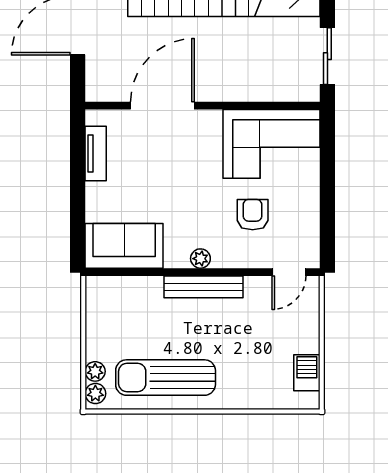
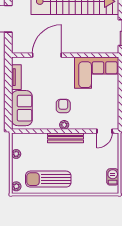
armchair: (253, 215) -> (63, 106), moved
sofa: (124, 246) -> (22, 108), moved, turned 90
plant: (95, 371) -> (16, 154), moved

